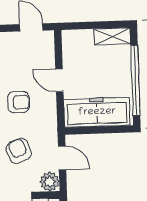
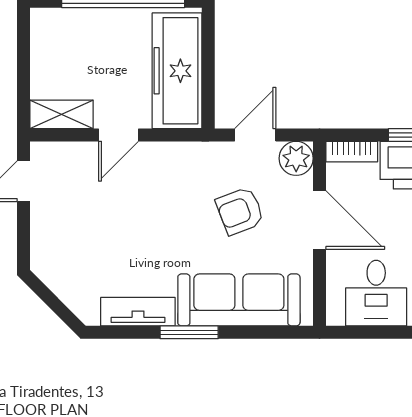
shelving: (112, 36) -> (62, 114), moved, turned 90
armchair: (18, 102) -> (154, 208), removed

